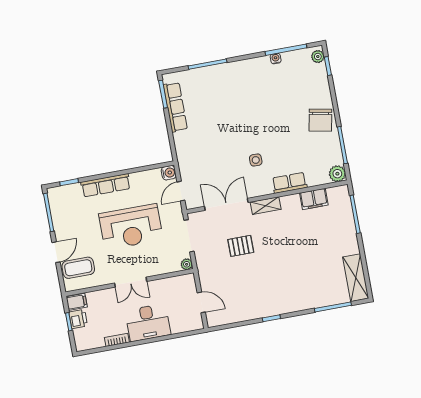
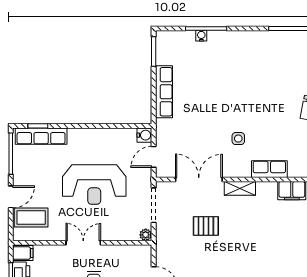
water cooler: (276, 59) -> (201, 36), moved
row of seats: (175, 107) -> (164, 92), moved
row of seats: (106, 185) -> (41, 136), moved
double door: (131, 282) -> (83, 243), swing flipped

